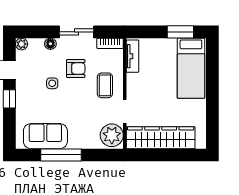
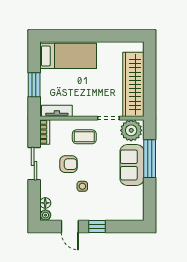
window: (180, 32) -> (34, 85), moved
floor lamp: (50, 44) -> (45, 203), moved
armchair: (76, 69) -> (69, 164), turned 90
sofa: (45, 136) -> (132, 165), moved
window: (61, 155) -> (150, 159), moved

